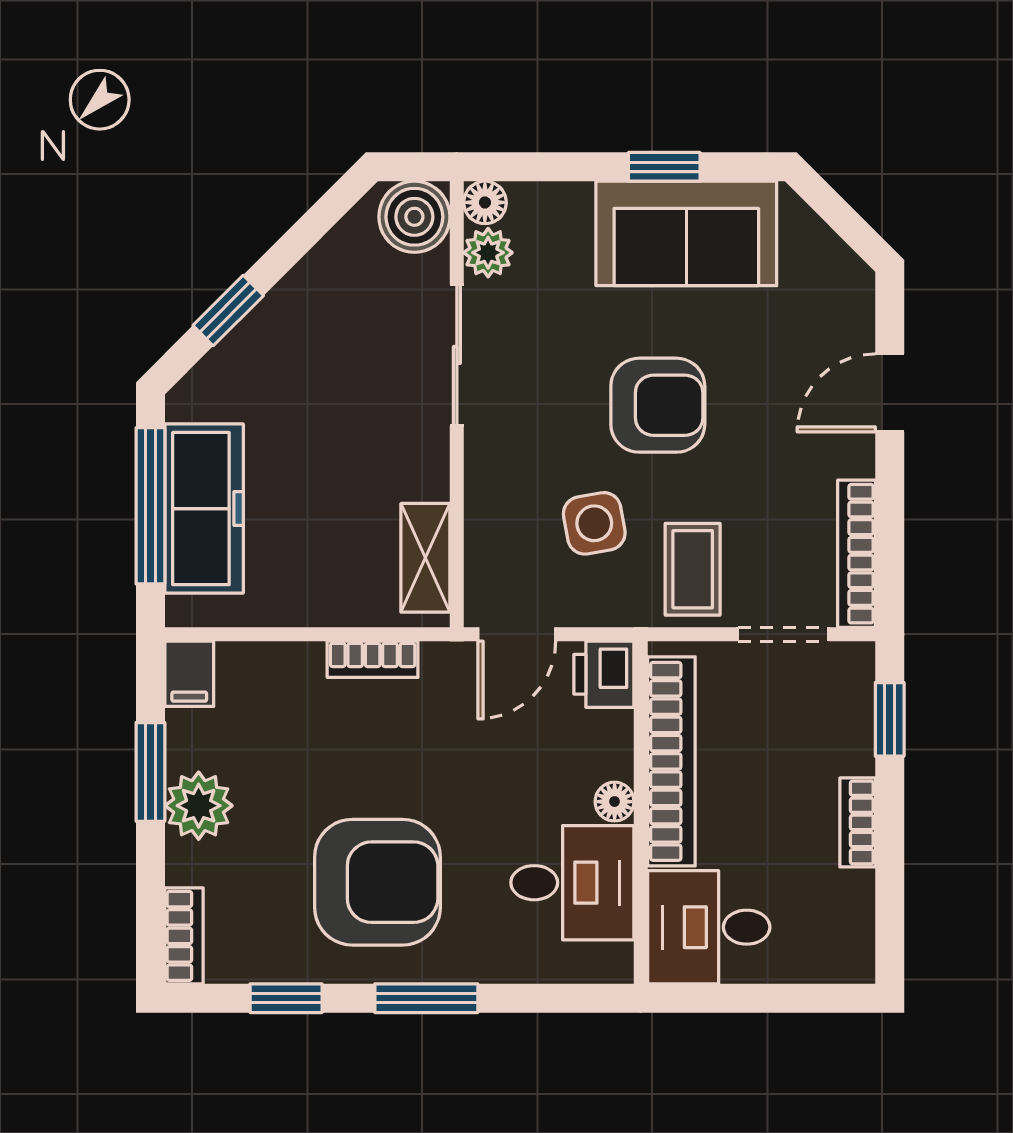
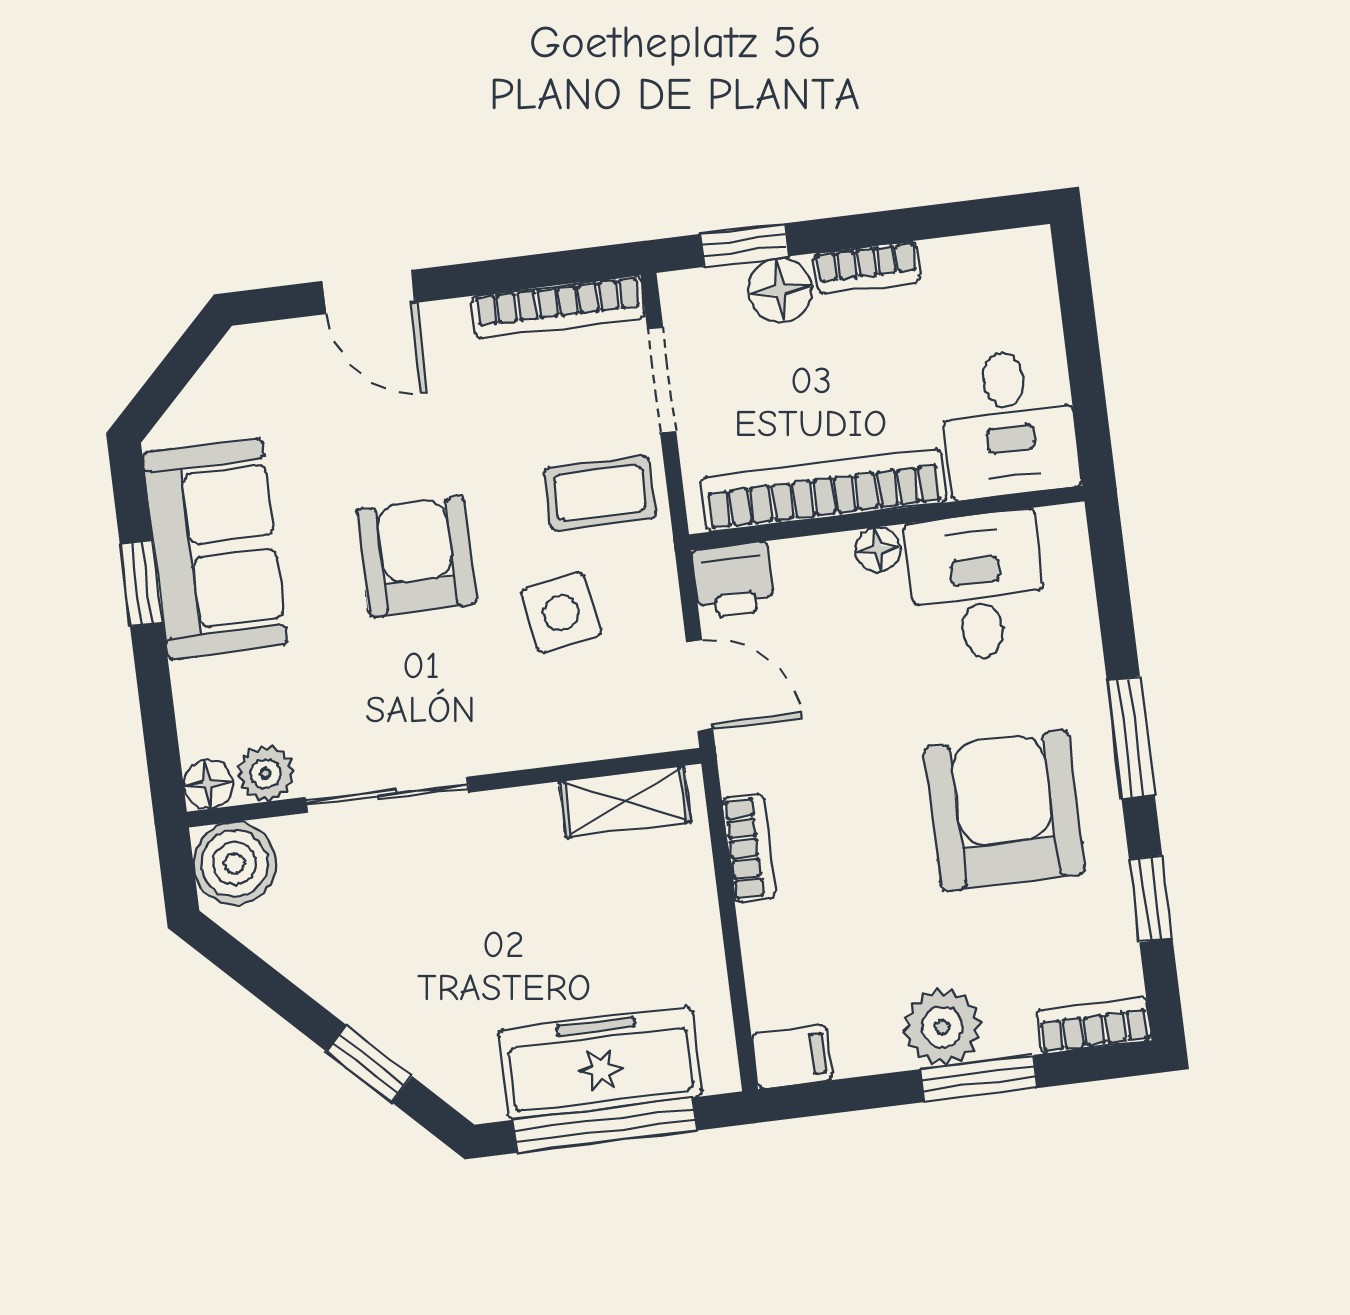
floor lamp: (848, 746) -> (780, 290), added
window: (150, 772) -> (979, 1079), moved

